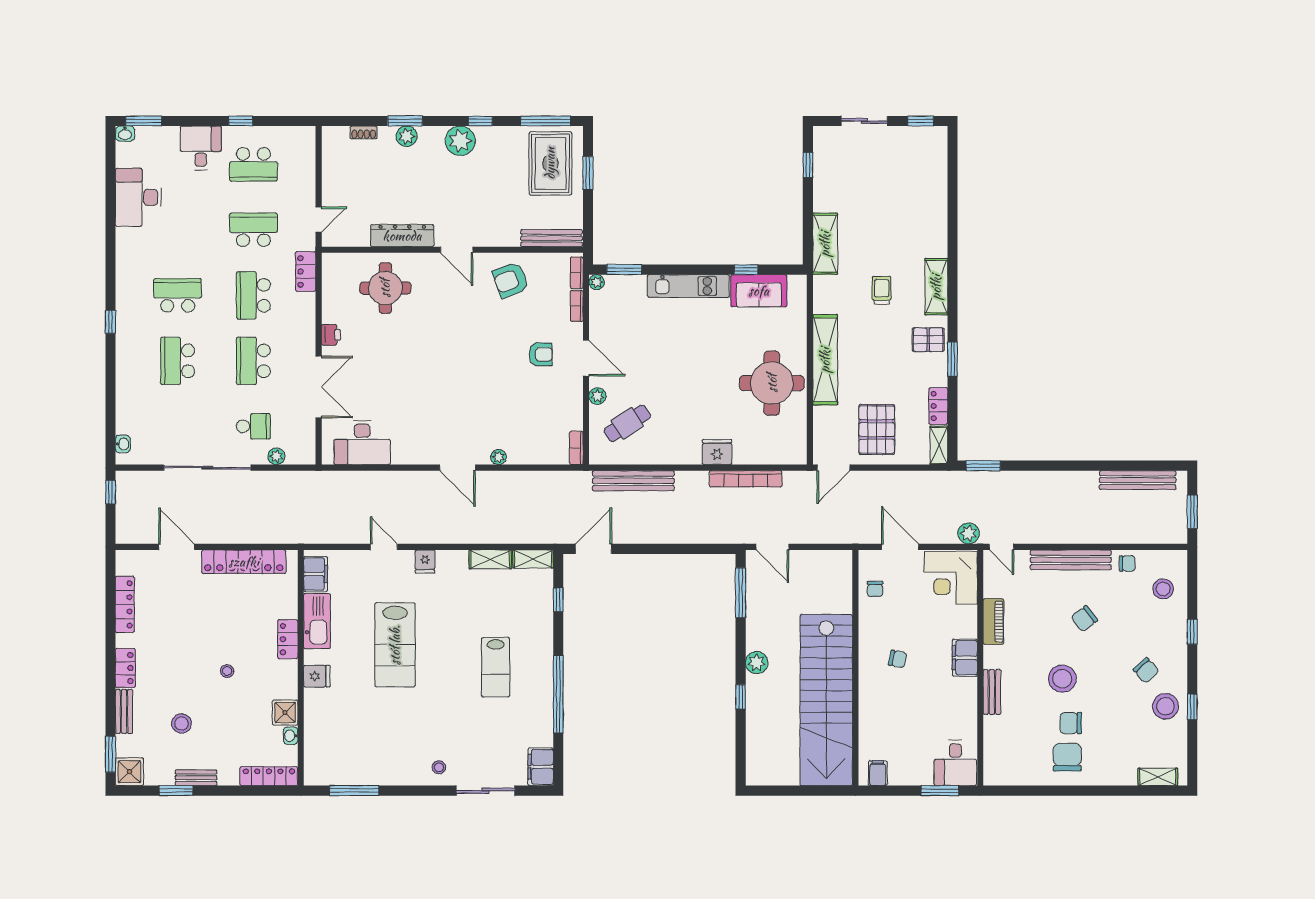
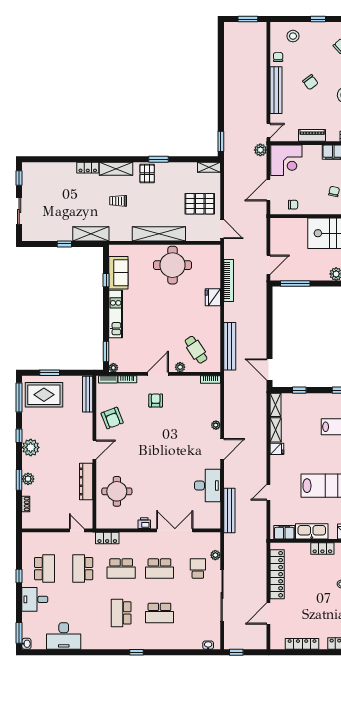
window: (808, 165) -> (64, 244), moved
locker: (938, 406) -> (88, 168), moved
desk: (362, 443) -> (207, 485), moved
bench: (1138, 480) -> (229, 511), moved
fridge: (425, 561) -> (277, 449), moved

